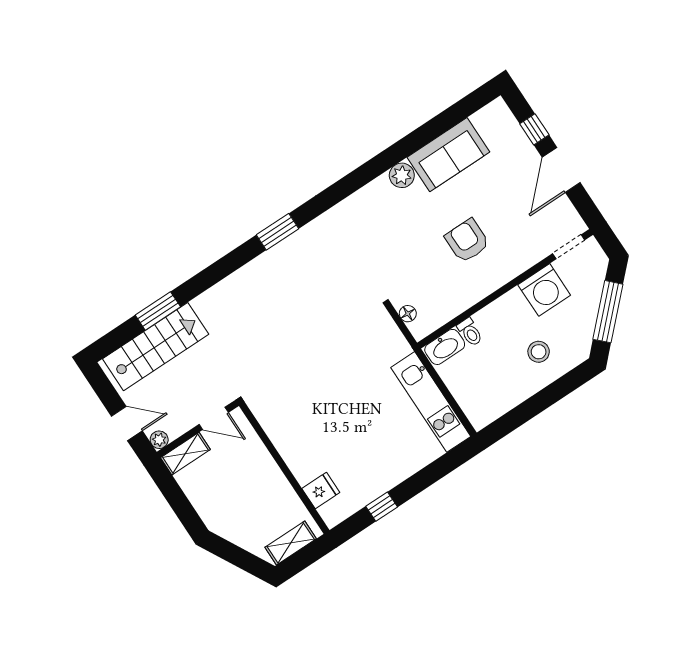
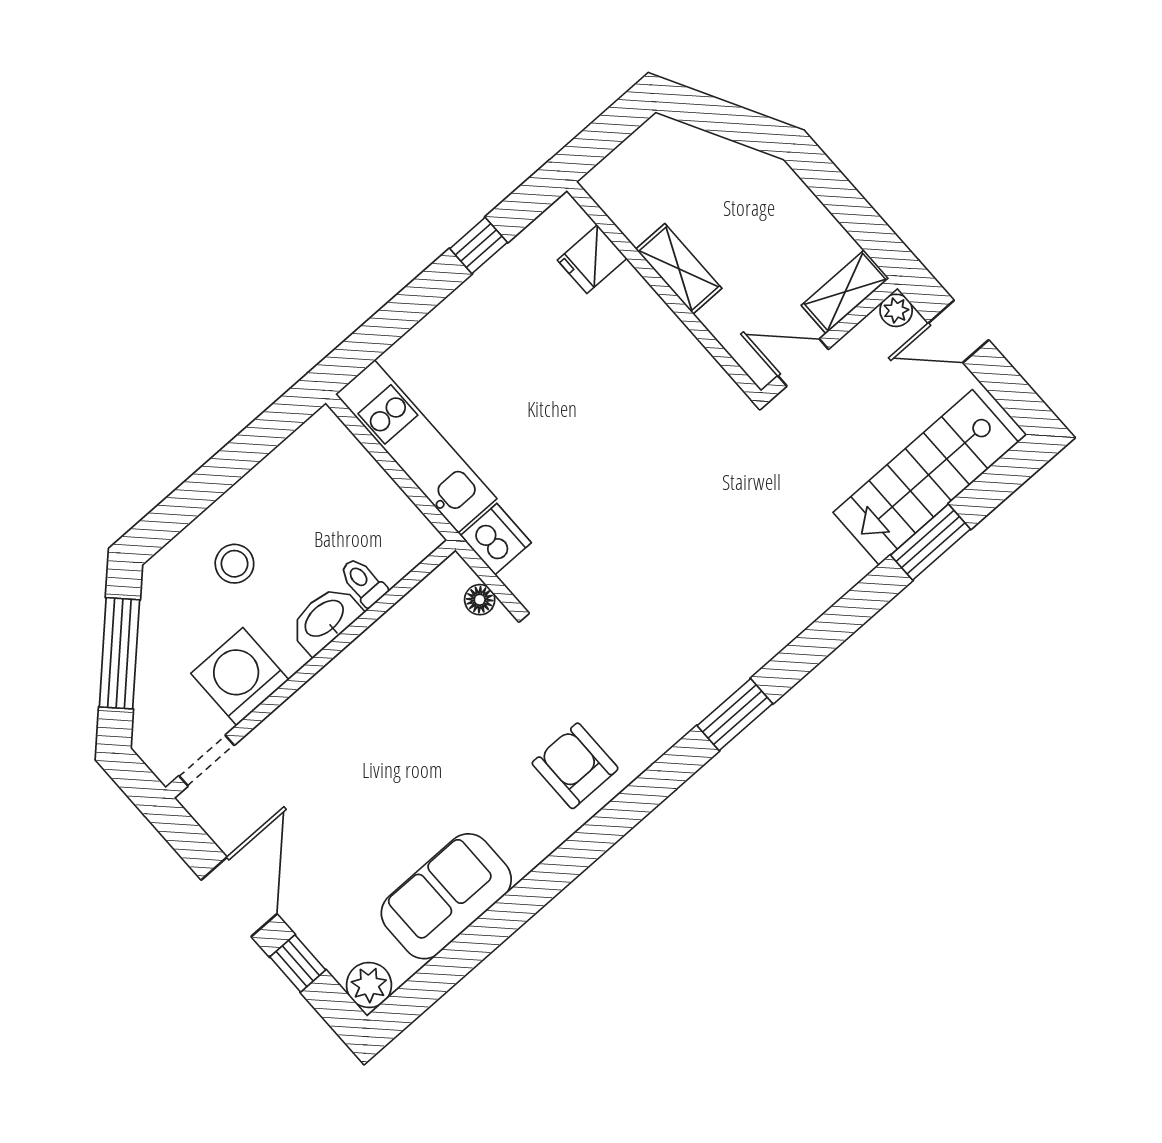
plant: (402, 175) -> (369, 985), moved
armchair: (467, 241) -> (575, 766), moved, turned 180
dishwasher: (394, 345) -> (496, 539), added
washbasin: (445, 347) -> (325, 619), moved
shelving: (291, 543) -> (679, 269), moved, turned 90

